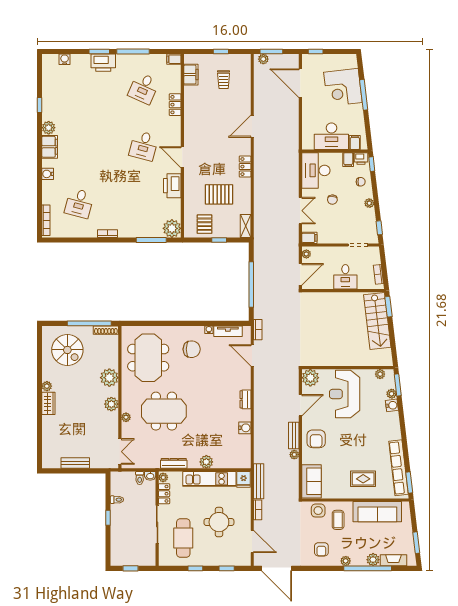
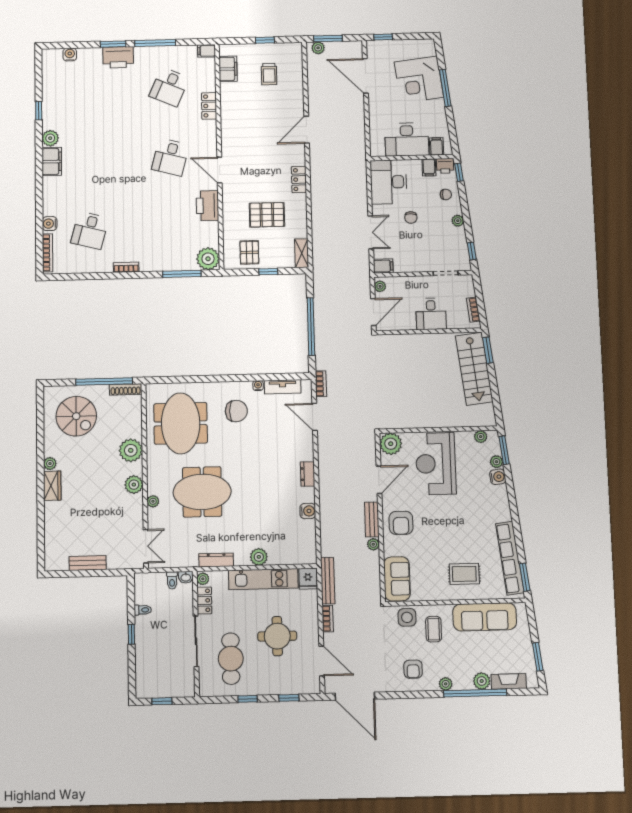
water cooler: (48, 174) -> (50, 224), moved

